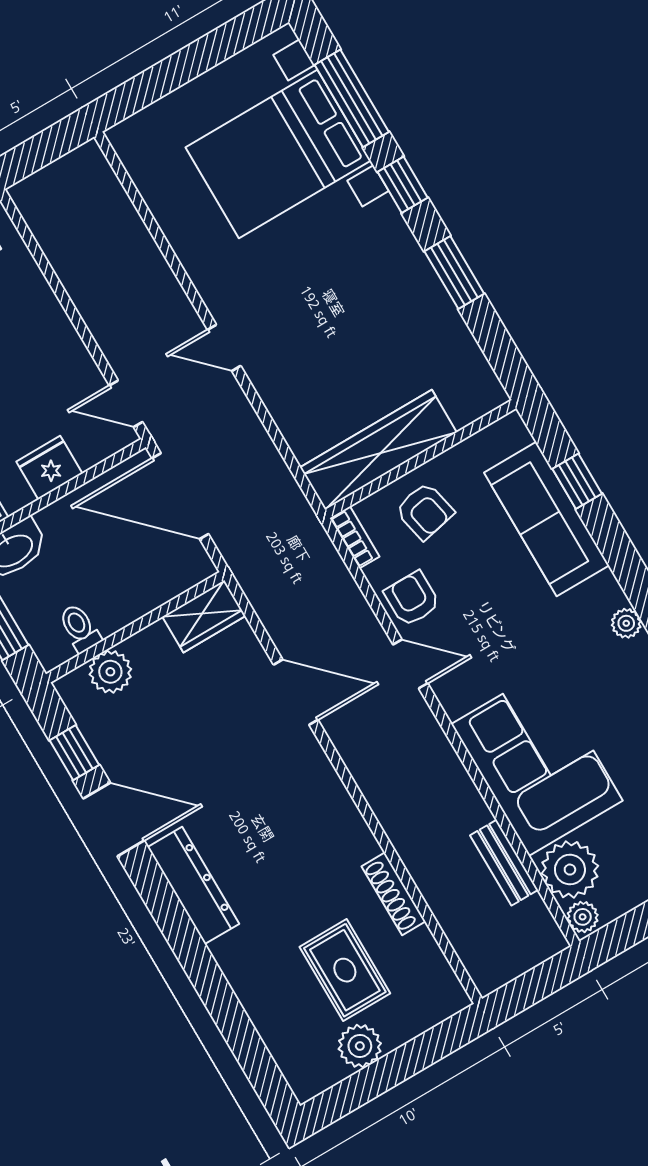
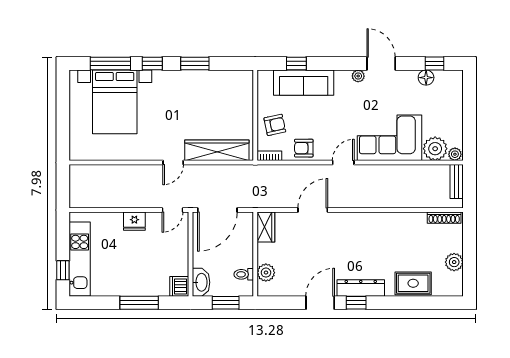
wardrobe: (378, 450) -> (217, 150), moved, turned 90
fridge: (49, 468) -> (134, 221), moved, turned -90
door: (410, 664) -> (343, 163), moved
window: (74, 753) -> (356, 303), moved
bench: (504, 863) -> (457, 182), moved, turned 90
shoe rack: (394, 894) -> (444, 218), moved
rug: (345, 970) -> (413, 283), moved

